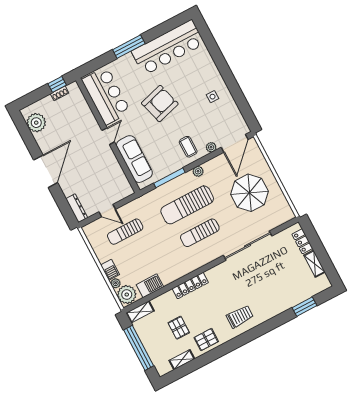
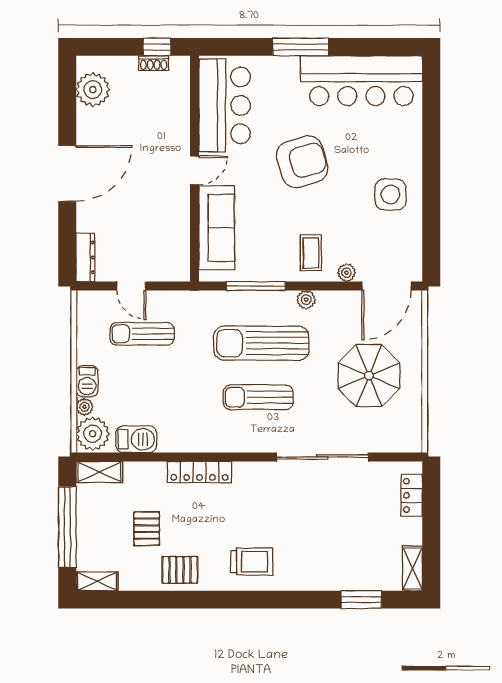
side table: (212, 97) -> (391, 194), width x1.87, depth x1.87
shelving: (315, 264) -> (412, 569), moved
shelving: (182, 360) -> (97, 581), moved

